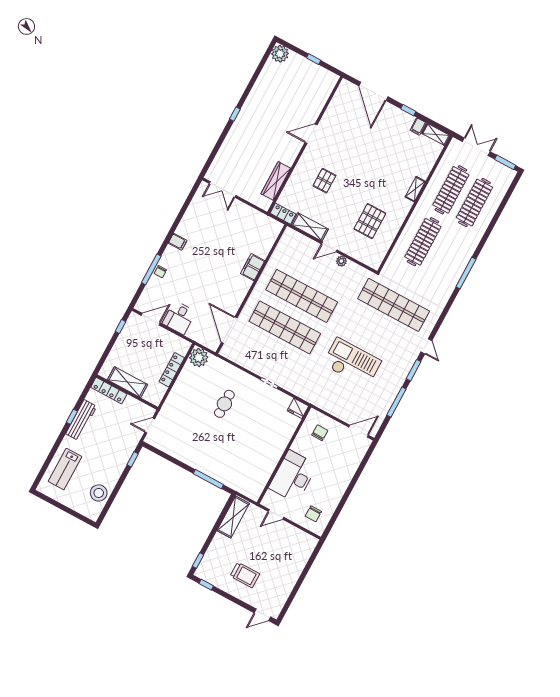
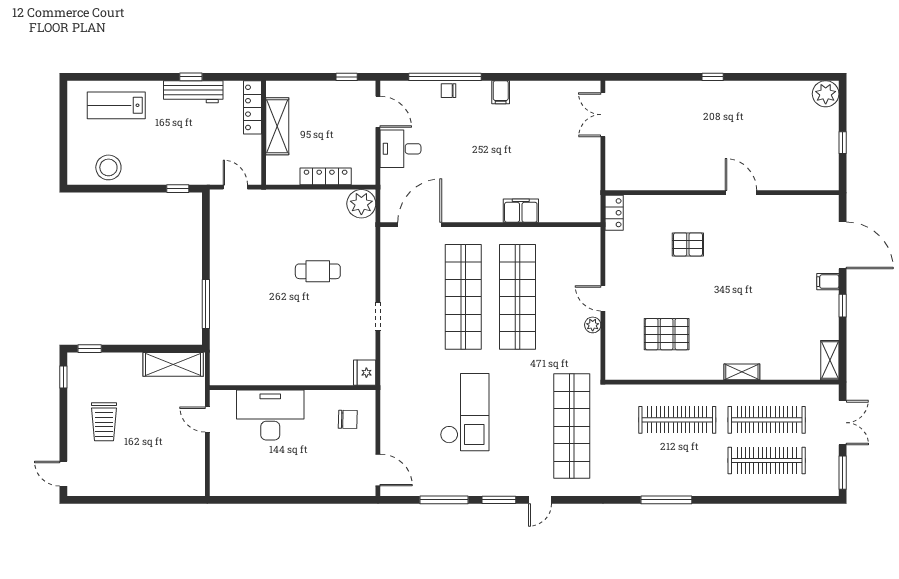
door: (373, 91) -> (843, 245), swing flipped
filing cabinet: (418, 126) -> (828, 282), moved
wardrobe: (276, 181) -> (653, 180), removed
shelving: (310, 227) -> (616, 258), removed
window: (151, 269) -> (445, 77), width x1.46
chair: (313, 514) -> (235, 469), removed

